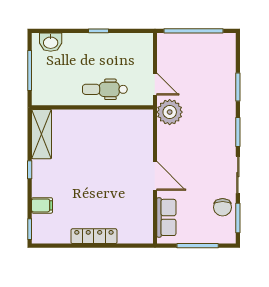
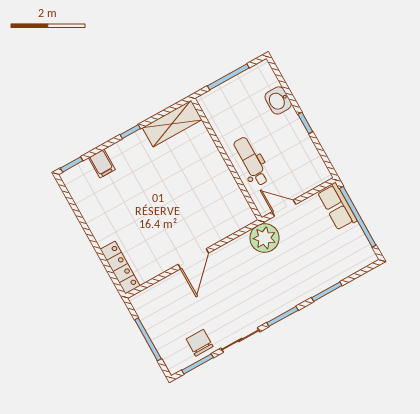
washbasin: (51, 42) -> (278, 100), moved
door: (155, 84) -> (284, 208), swing flipped
chair: (223, 207) -> (200, 343), turned 90
row of seats: (166, 217) -> (337, 206), moved, turned 90
locker: (94, 236) -> (120, 268), moved

